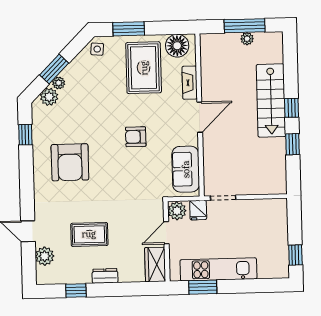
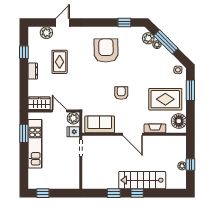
window: (245, 26) -> (190, 165), width x0.46
window: (54, 69) -> (166, 42), width x1.44
armchair: (70, 162) -> (106, 50), turned 89

